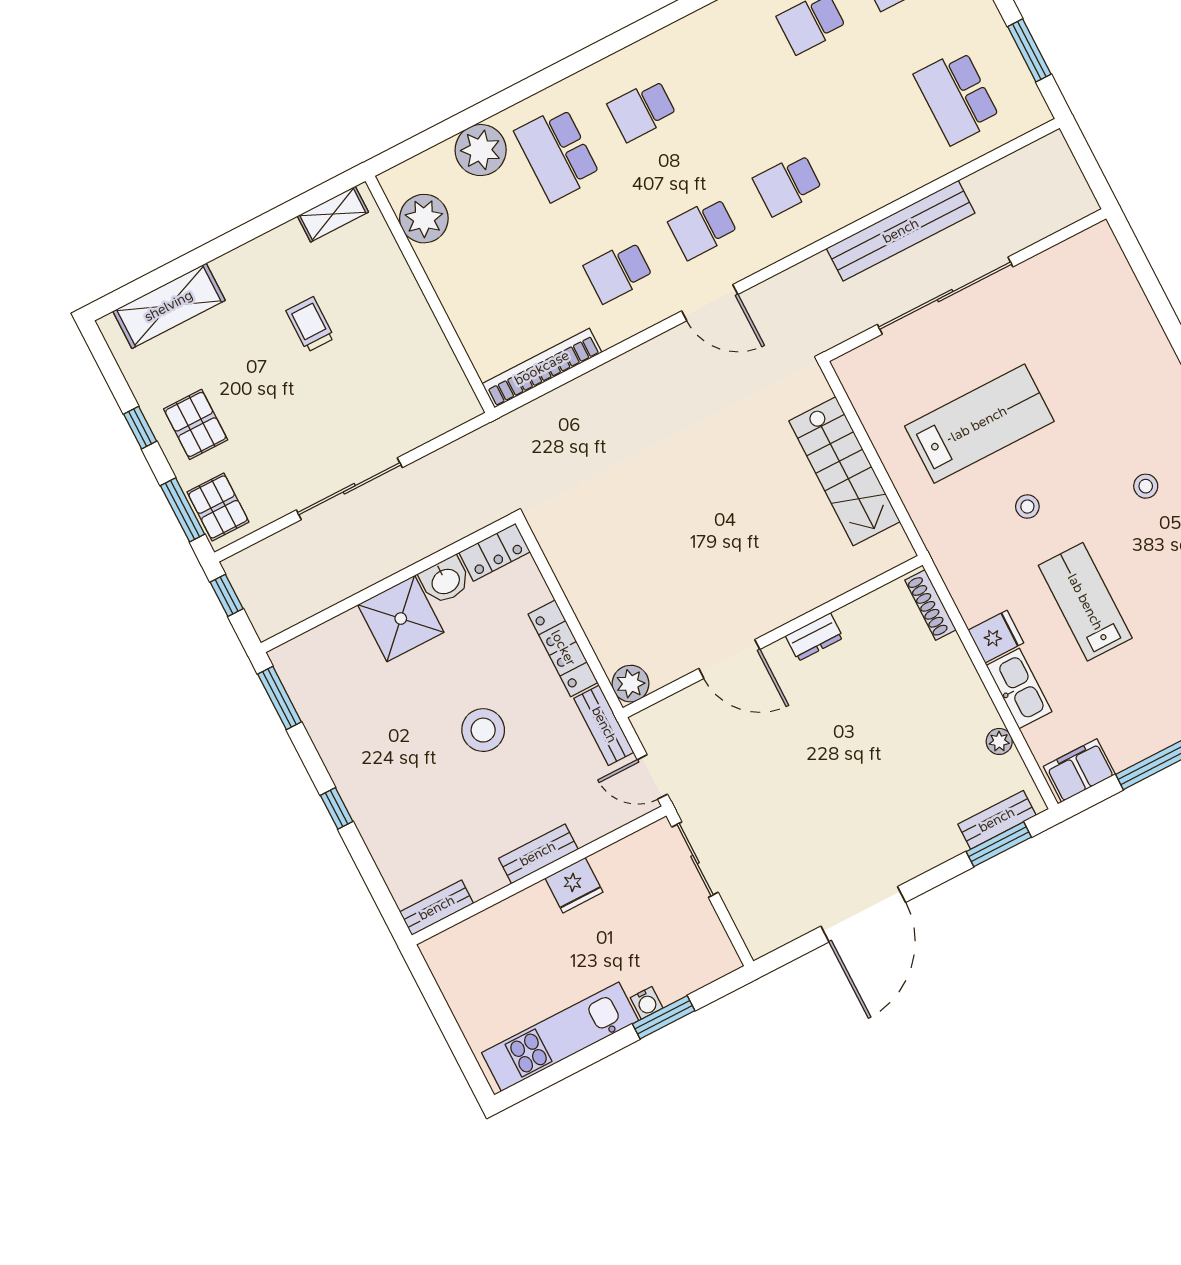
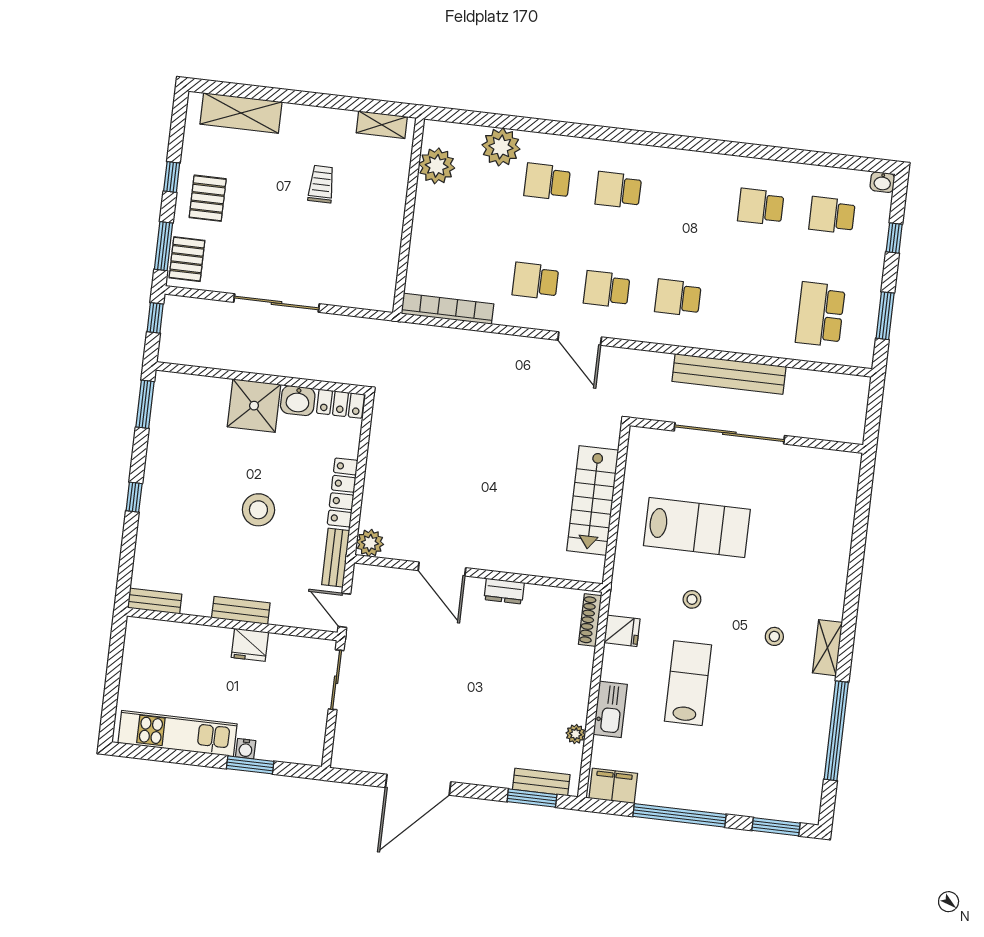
school desk: (557, 154) -> (547, 182), width x0.54
fridge: (996, 637) -> (622, 631), moved

